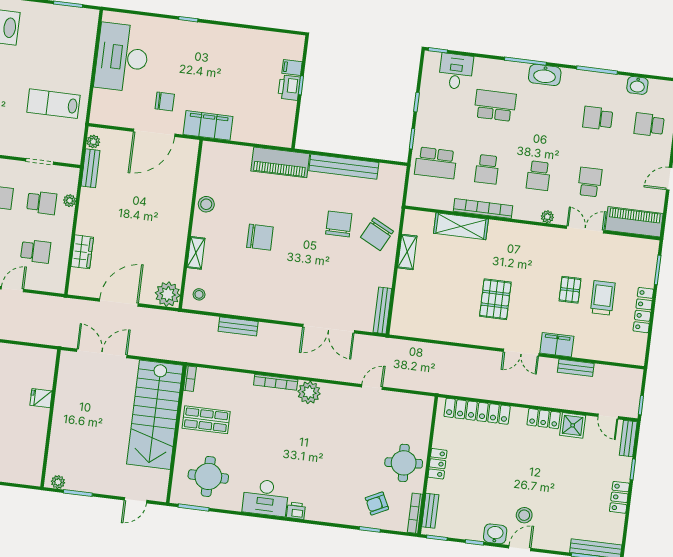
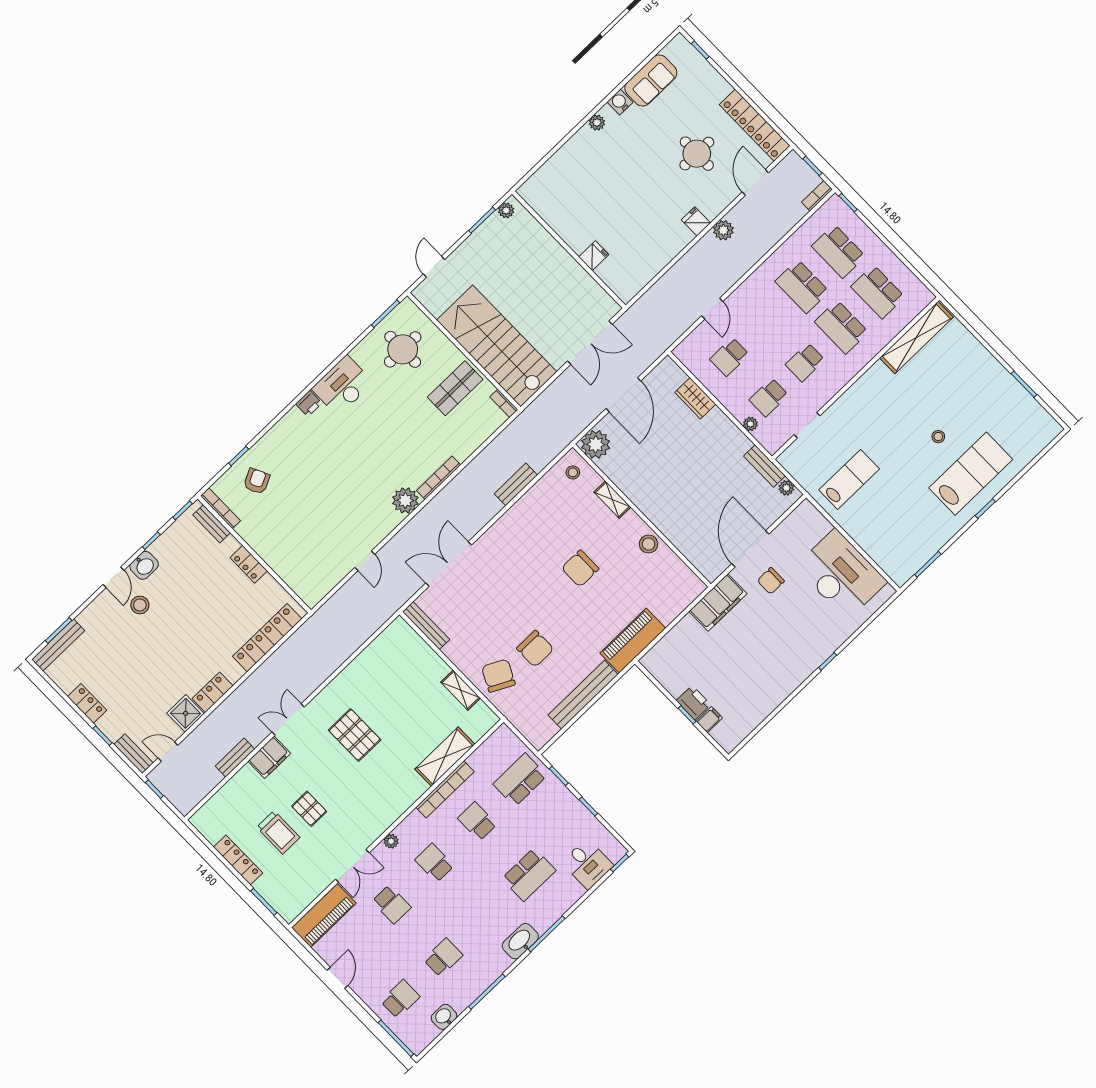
round table: (404, 463) -> (274, 535), removed

